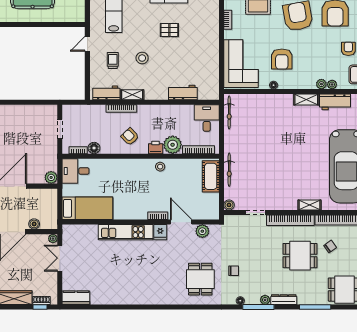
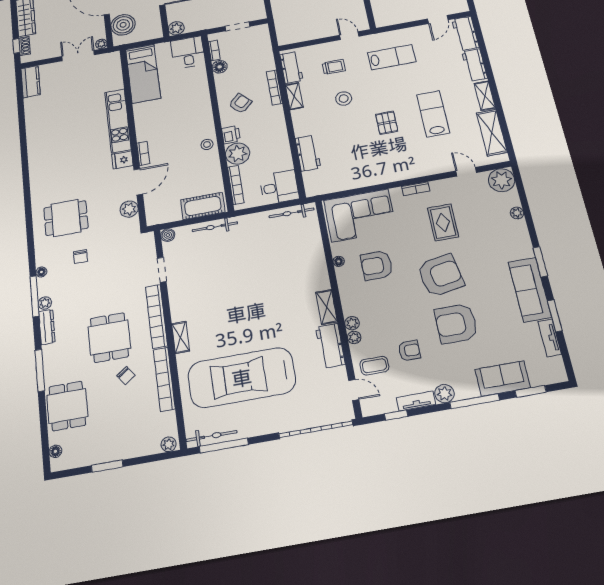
boiler: (34, 224) -> (123, 25), width x1.86, depth x1.86

